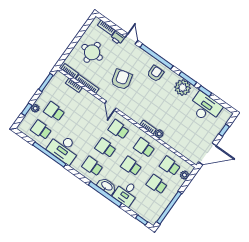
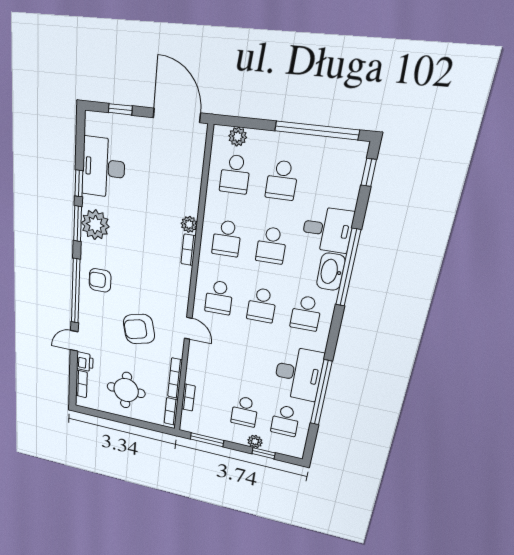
door: (110, 106) -> (188, 328), hinge flipped

